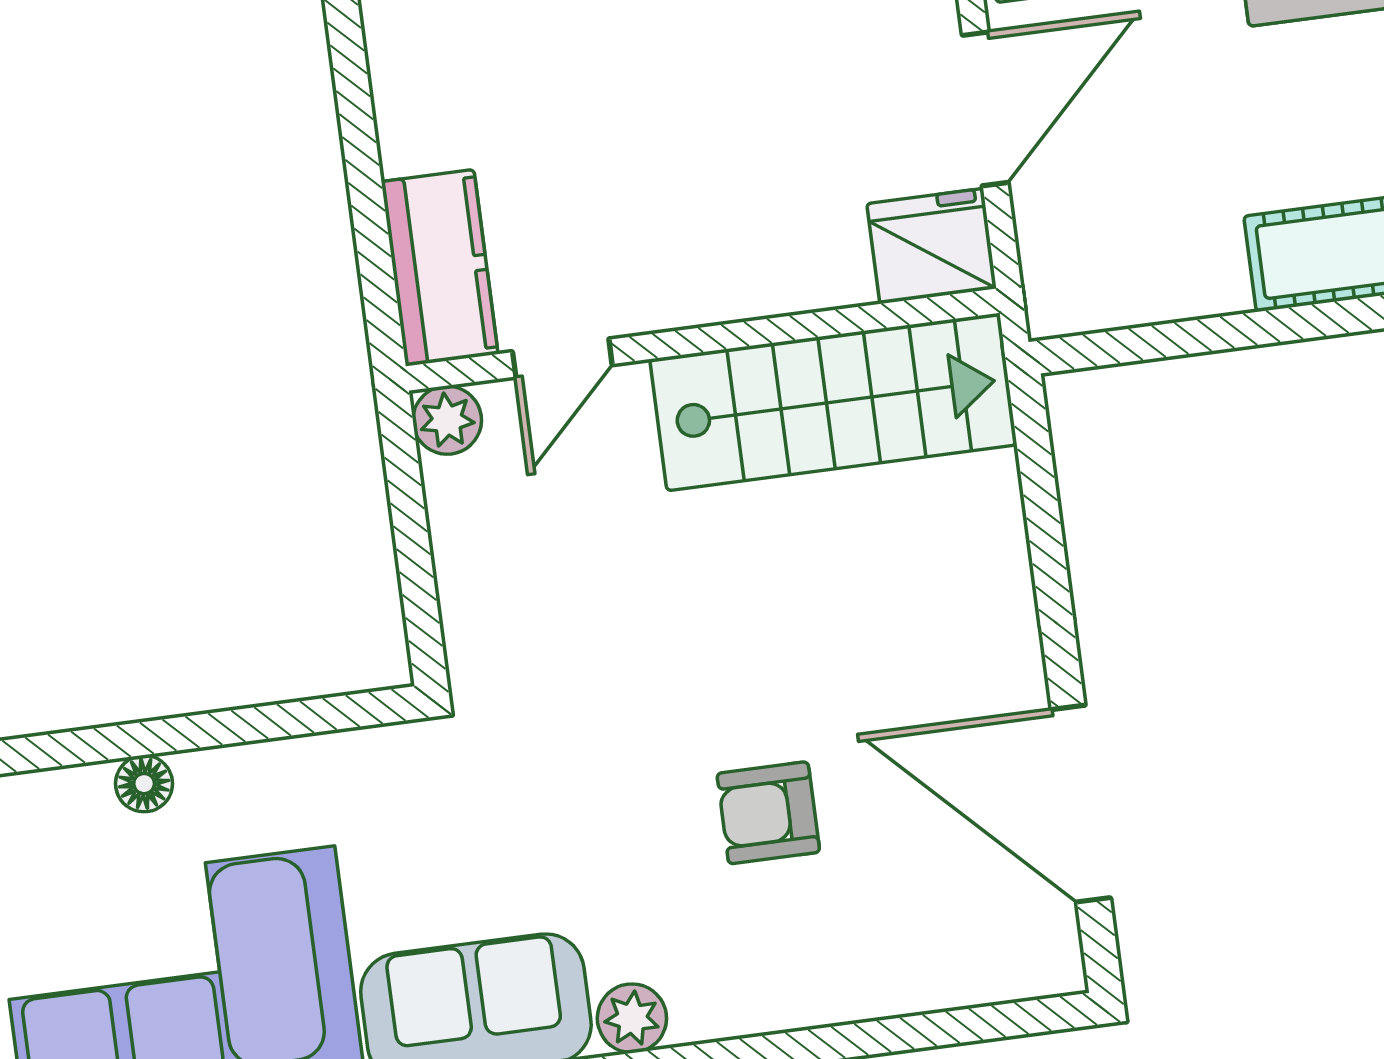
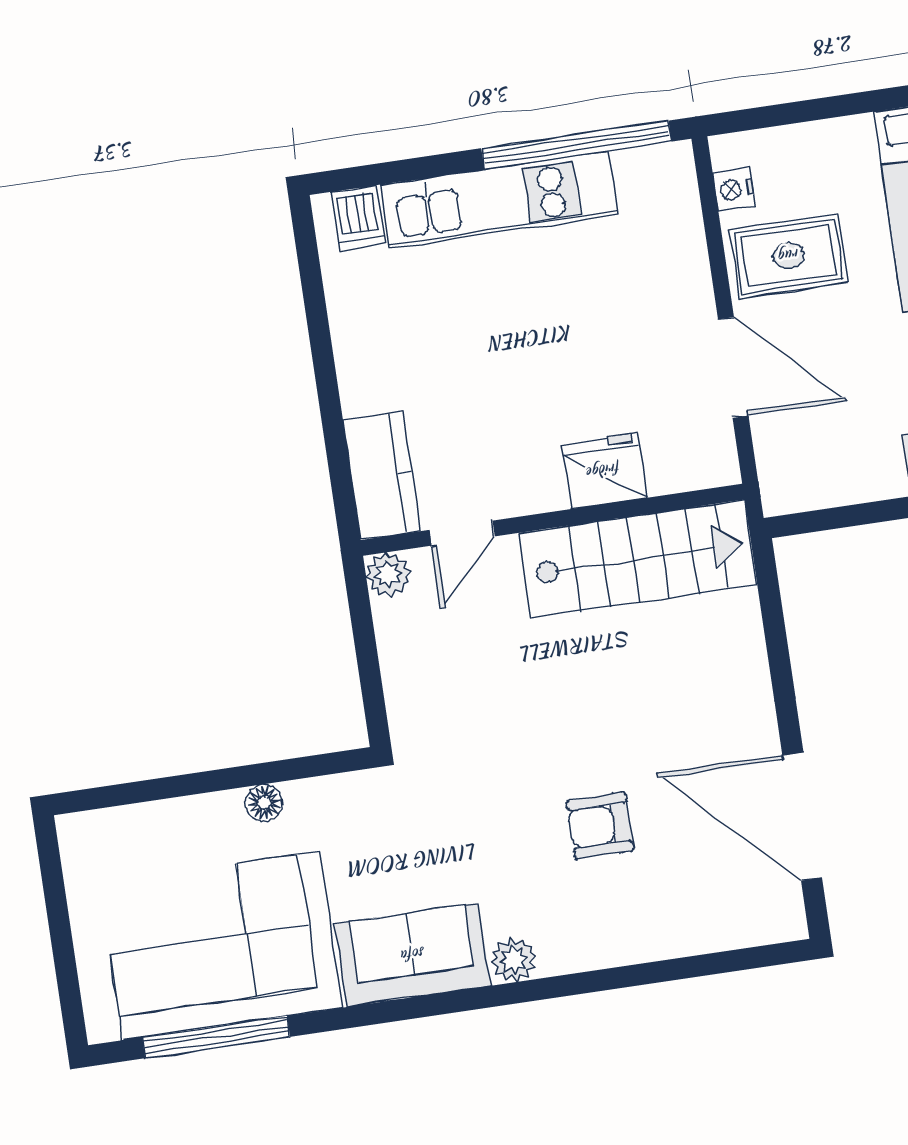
door: (985, 109) -> (733, 368), hinge flipped
fridge: (932, 246) -> (604, 471), moved
floor lamp: (144, 784) -> (264, 803), moved

